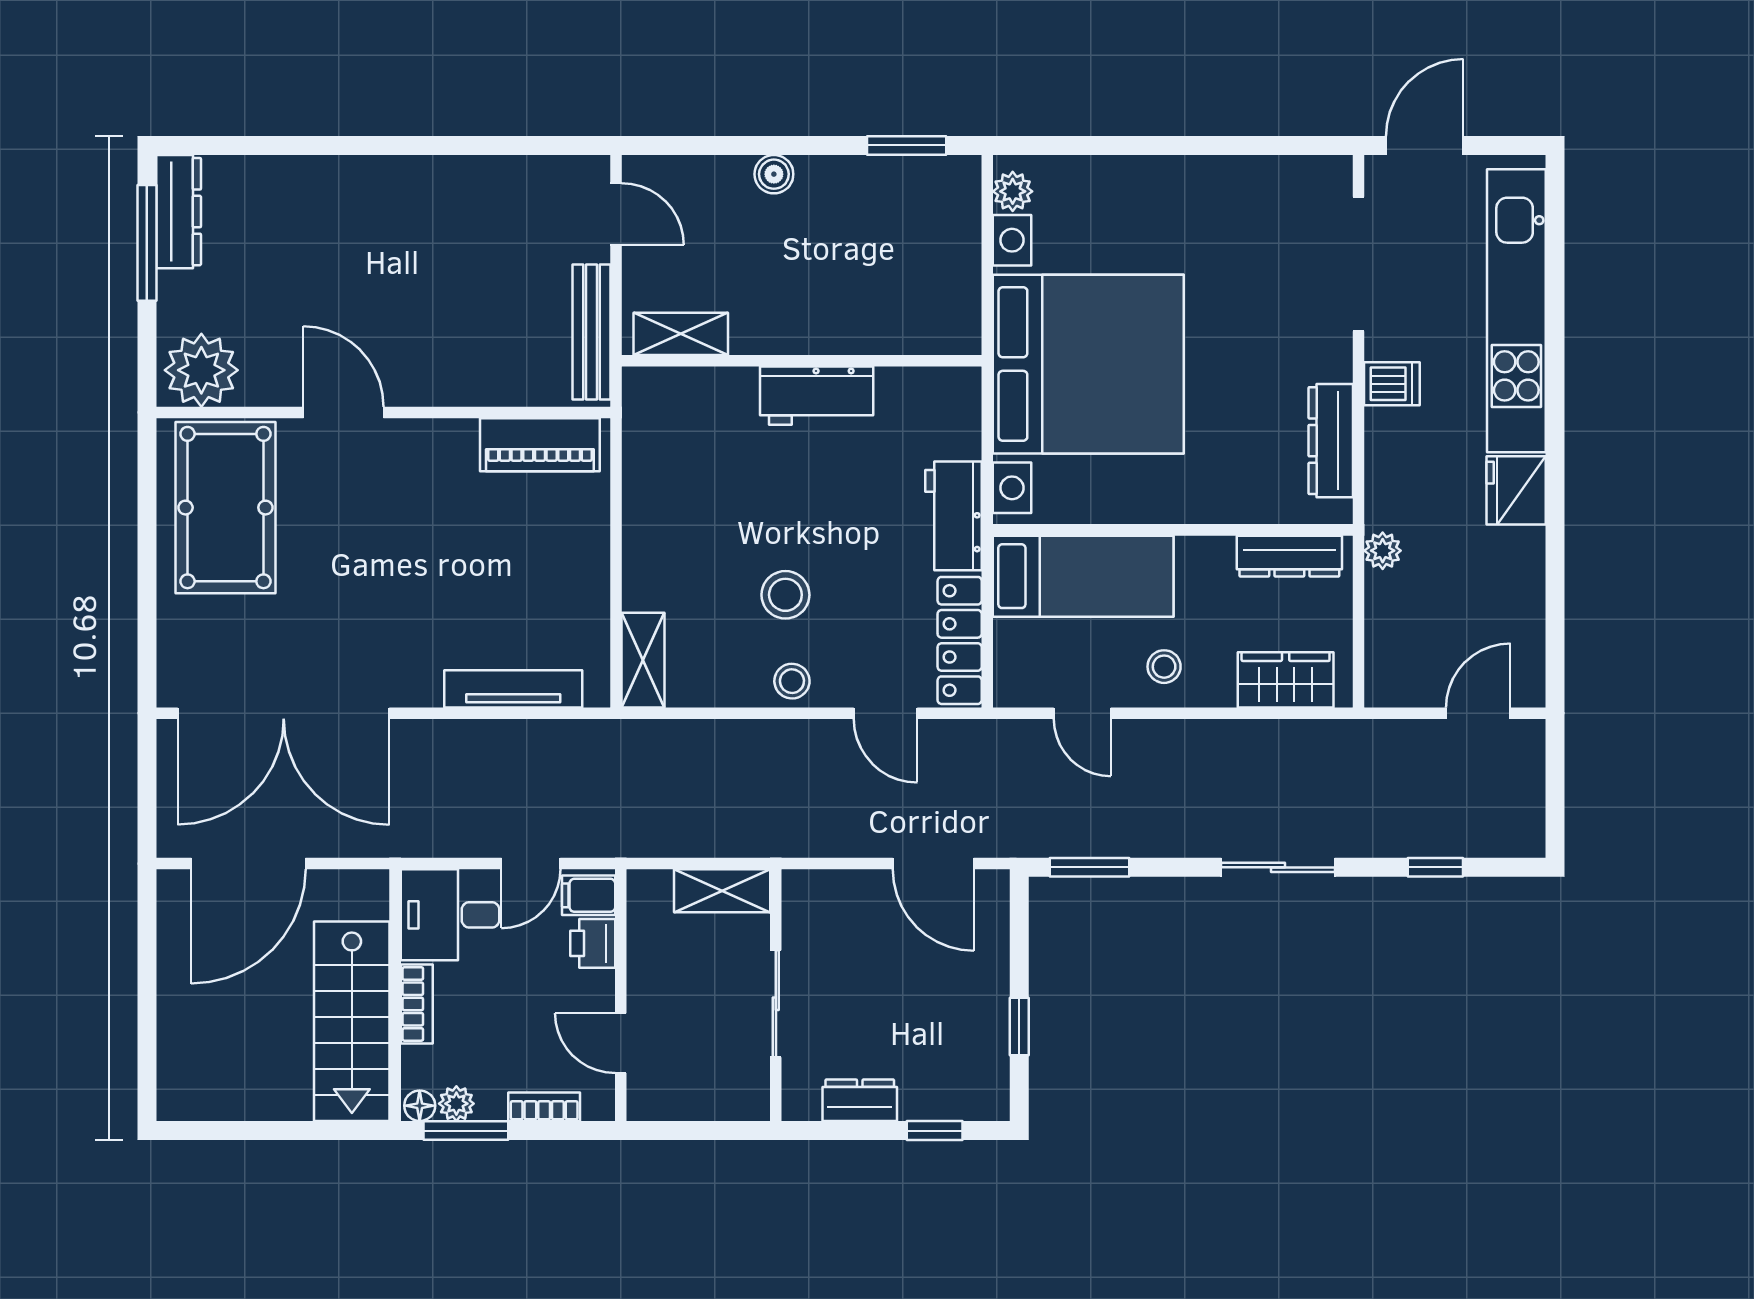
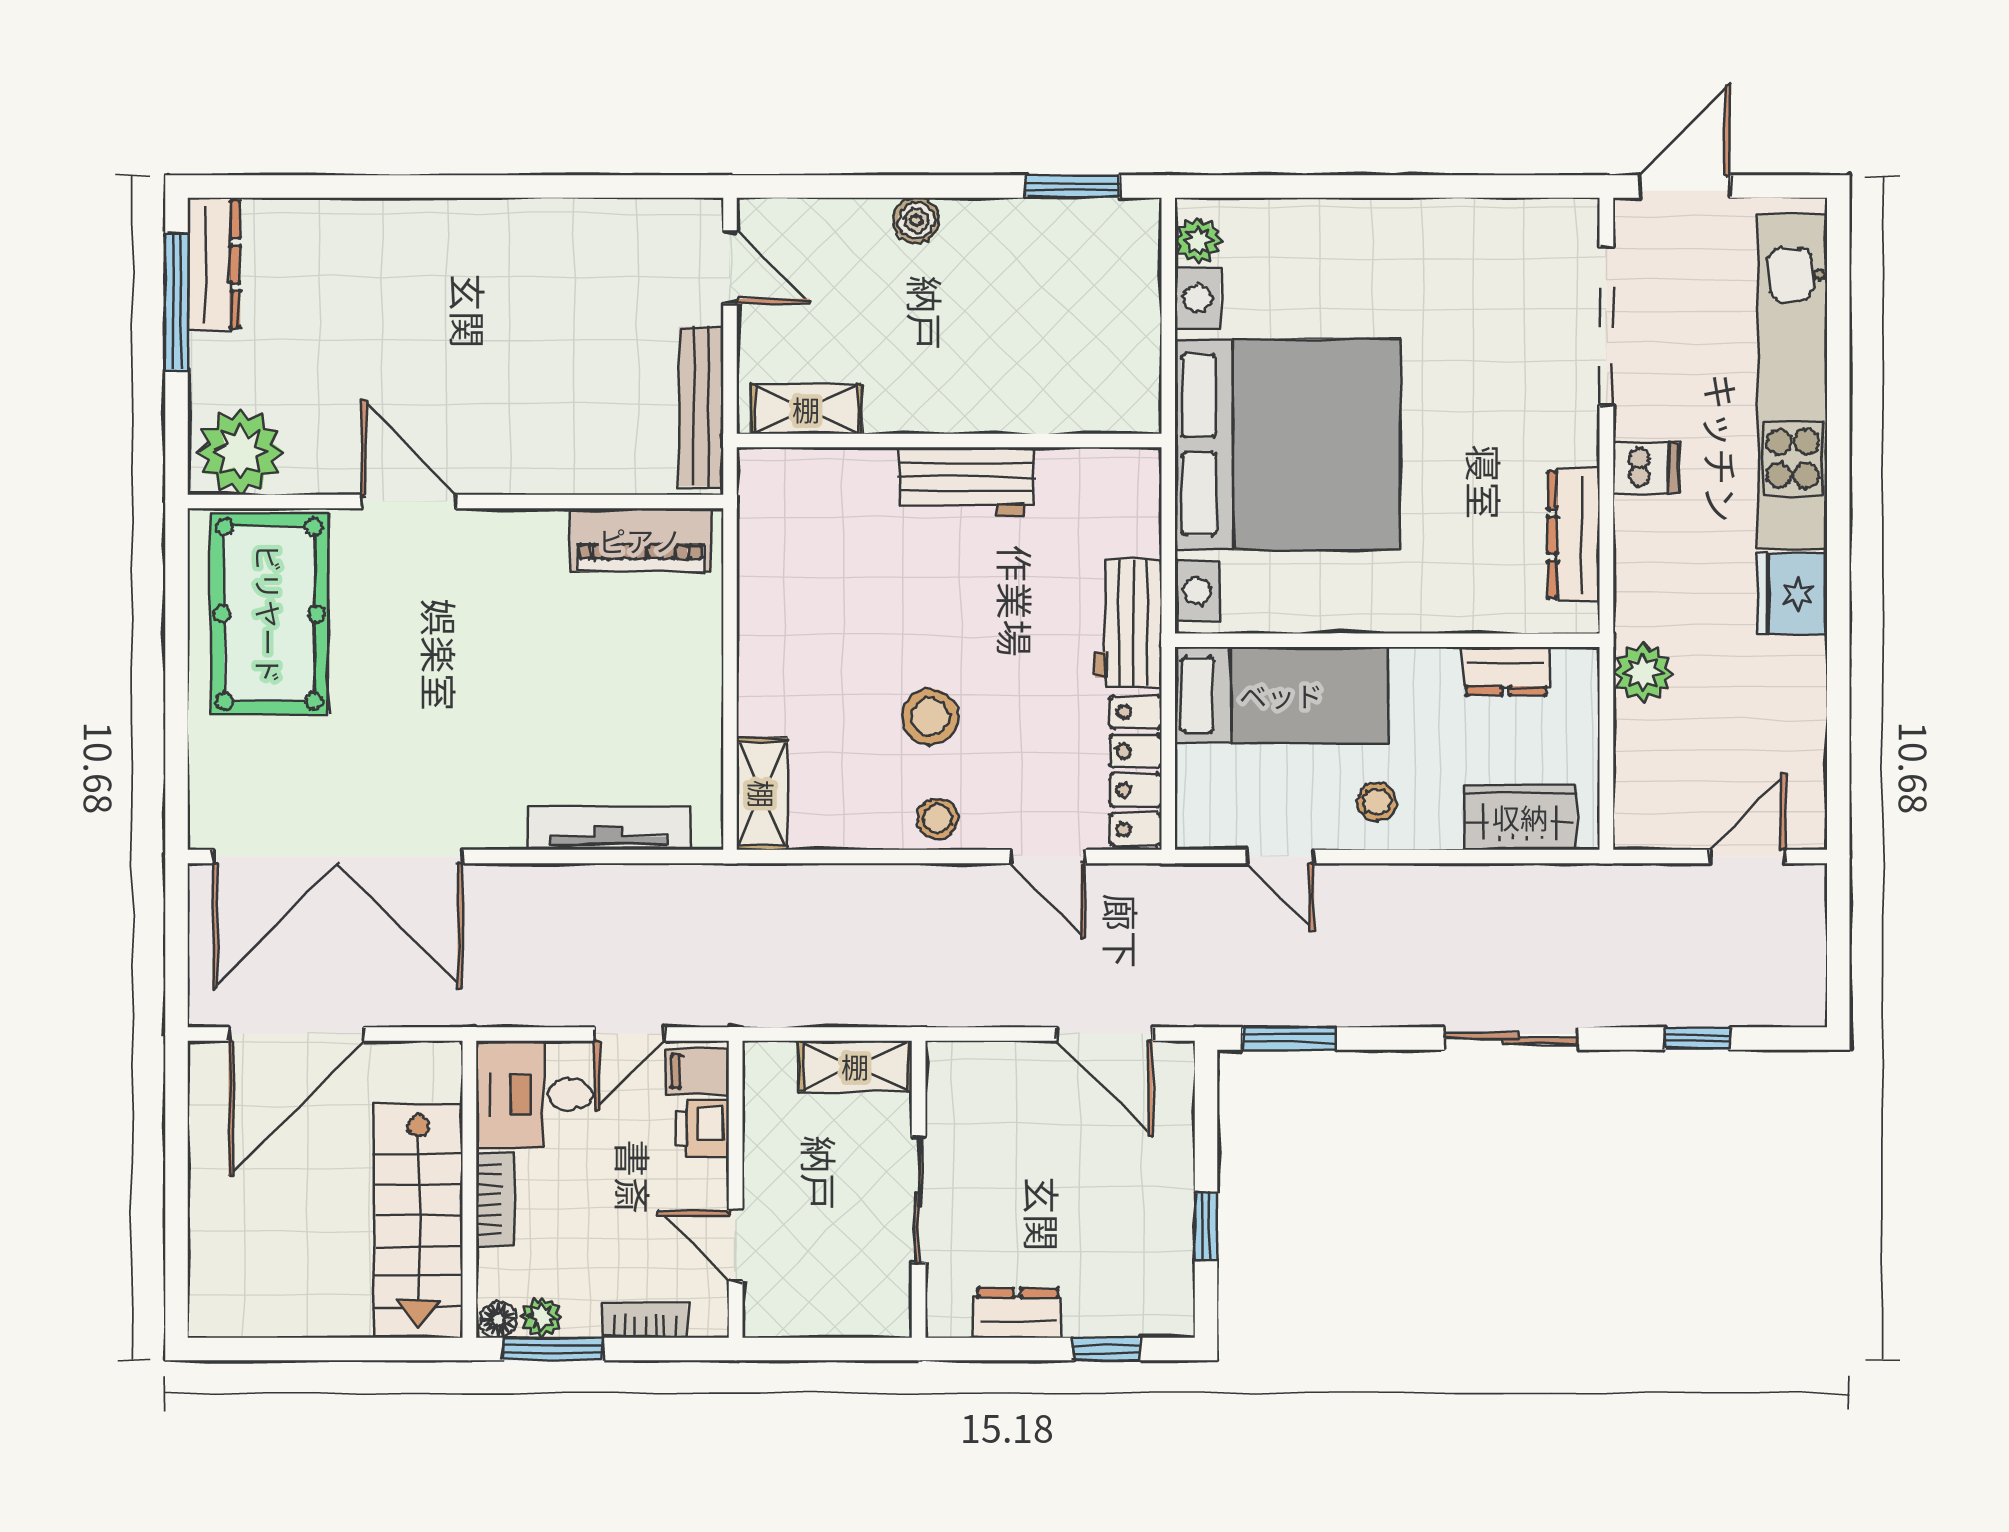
plant: (1383, 551) -> (1643, 673), width x1.38, depth x1.38
dresser: (1289, 556) -> (1506, 671), width x0.70

